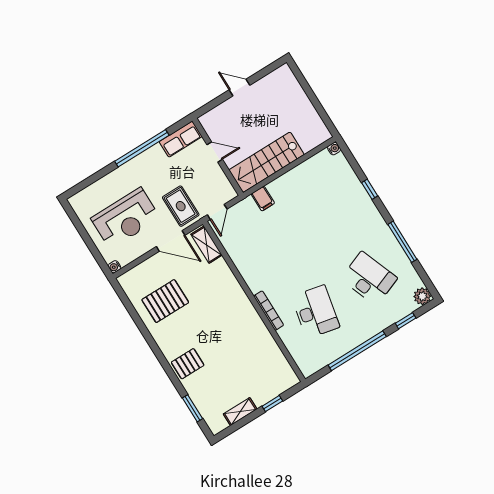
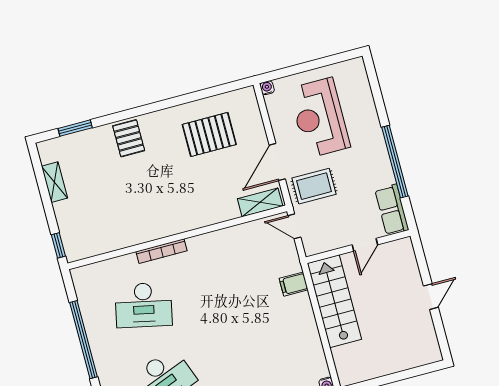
pallet: (165, 301) -> (209, 134), turned 90
window: (272, 404) -> (58, 245), moved

